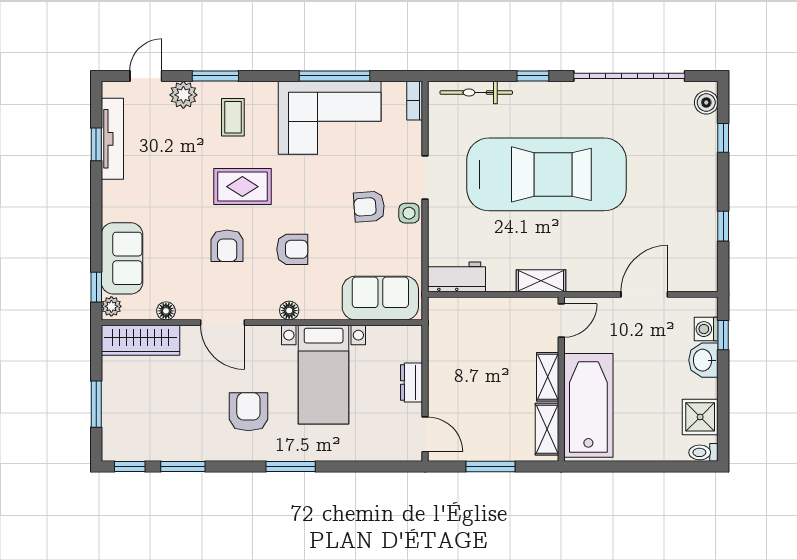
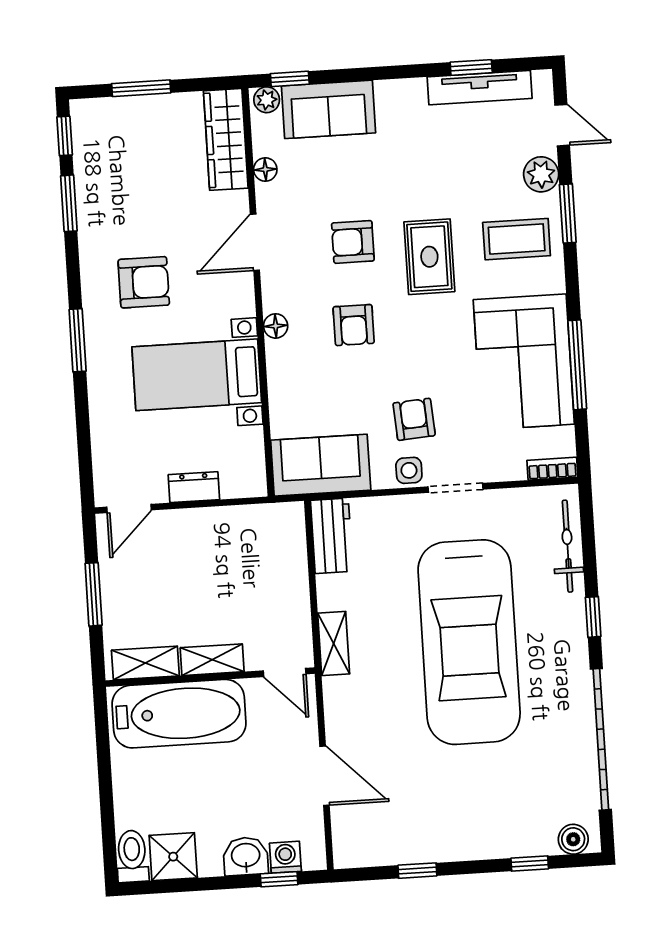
coffee table: (233, 117) -> (517, 239), width x1.36, depth x1.30
sofa: (380, 298) -> (321, 465), moved, turned -90
toilet: (703, 452) -> (132, 856), width x1.37, depth x1.39

